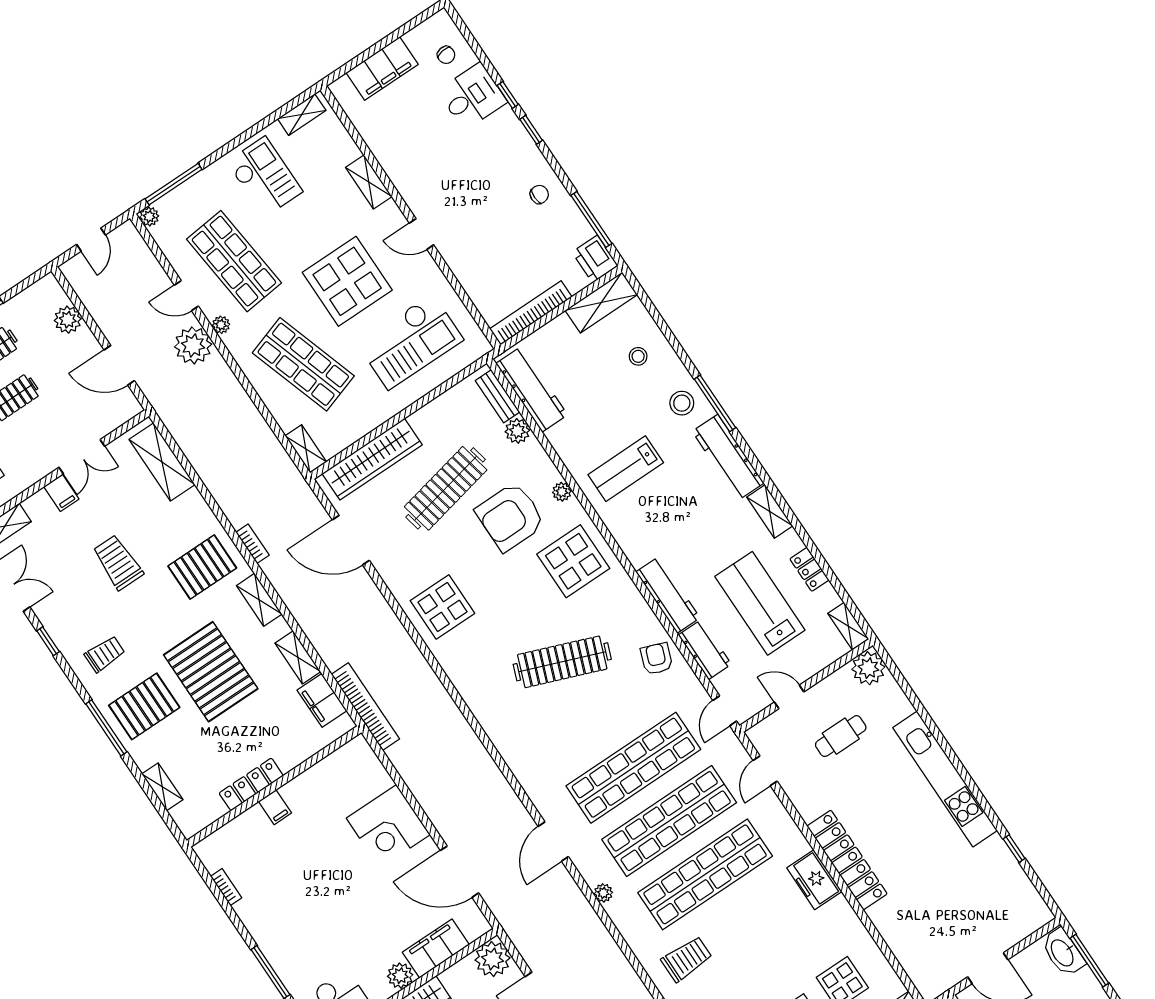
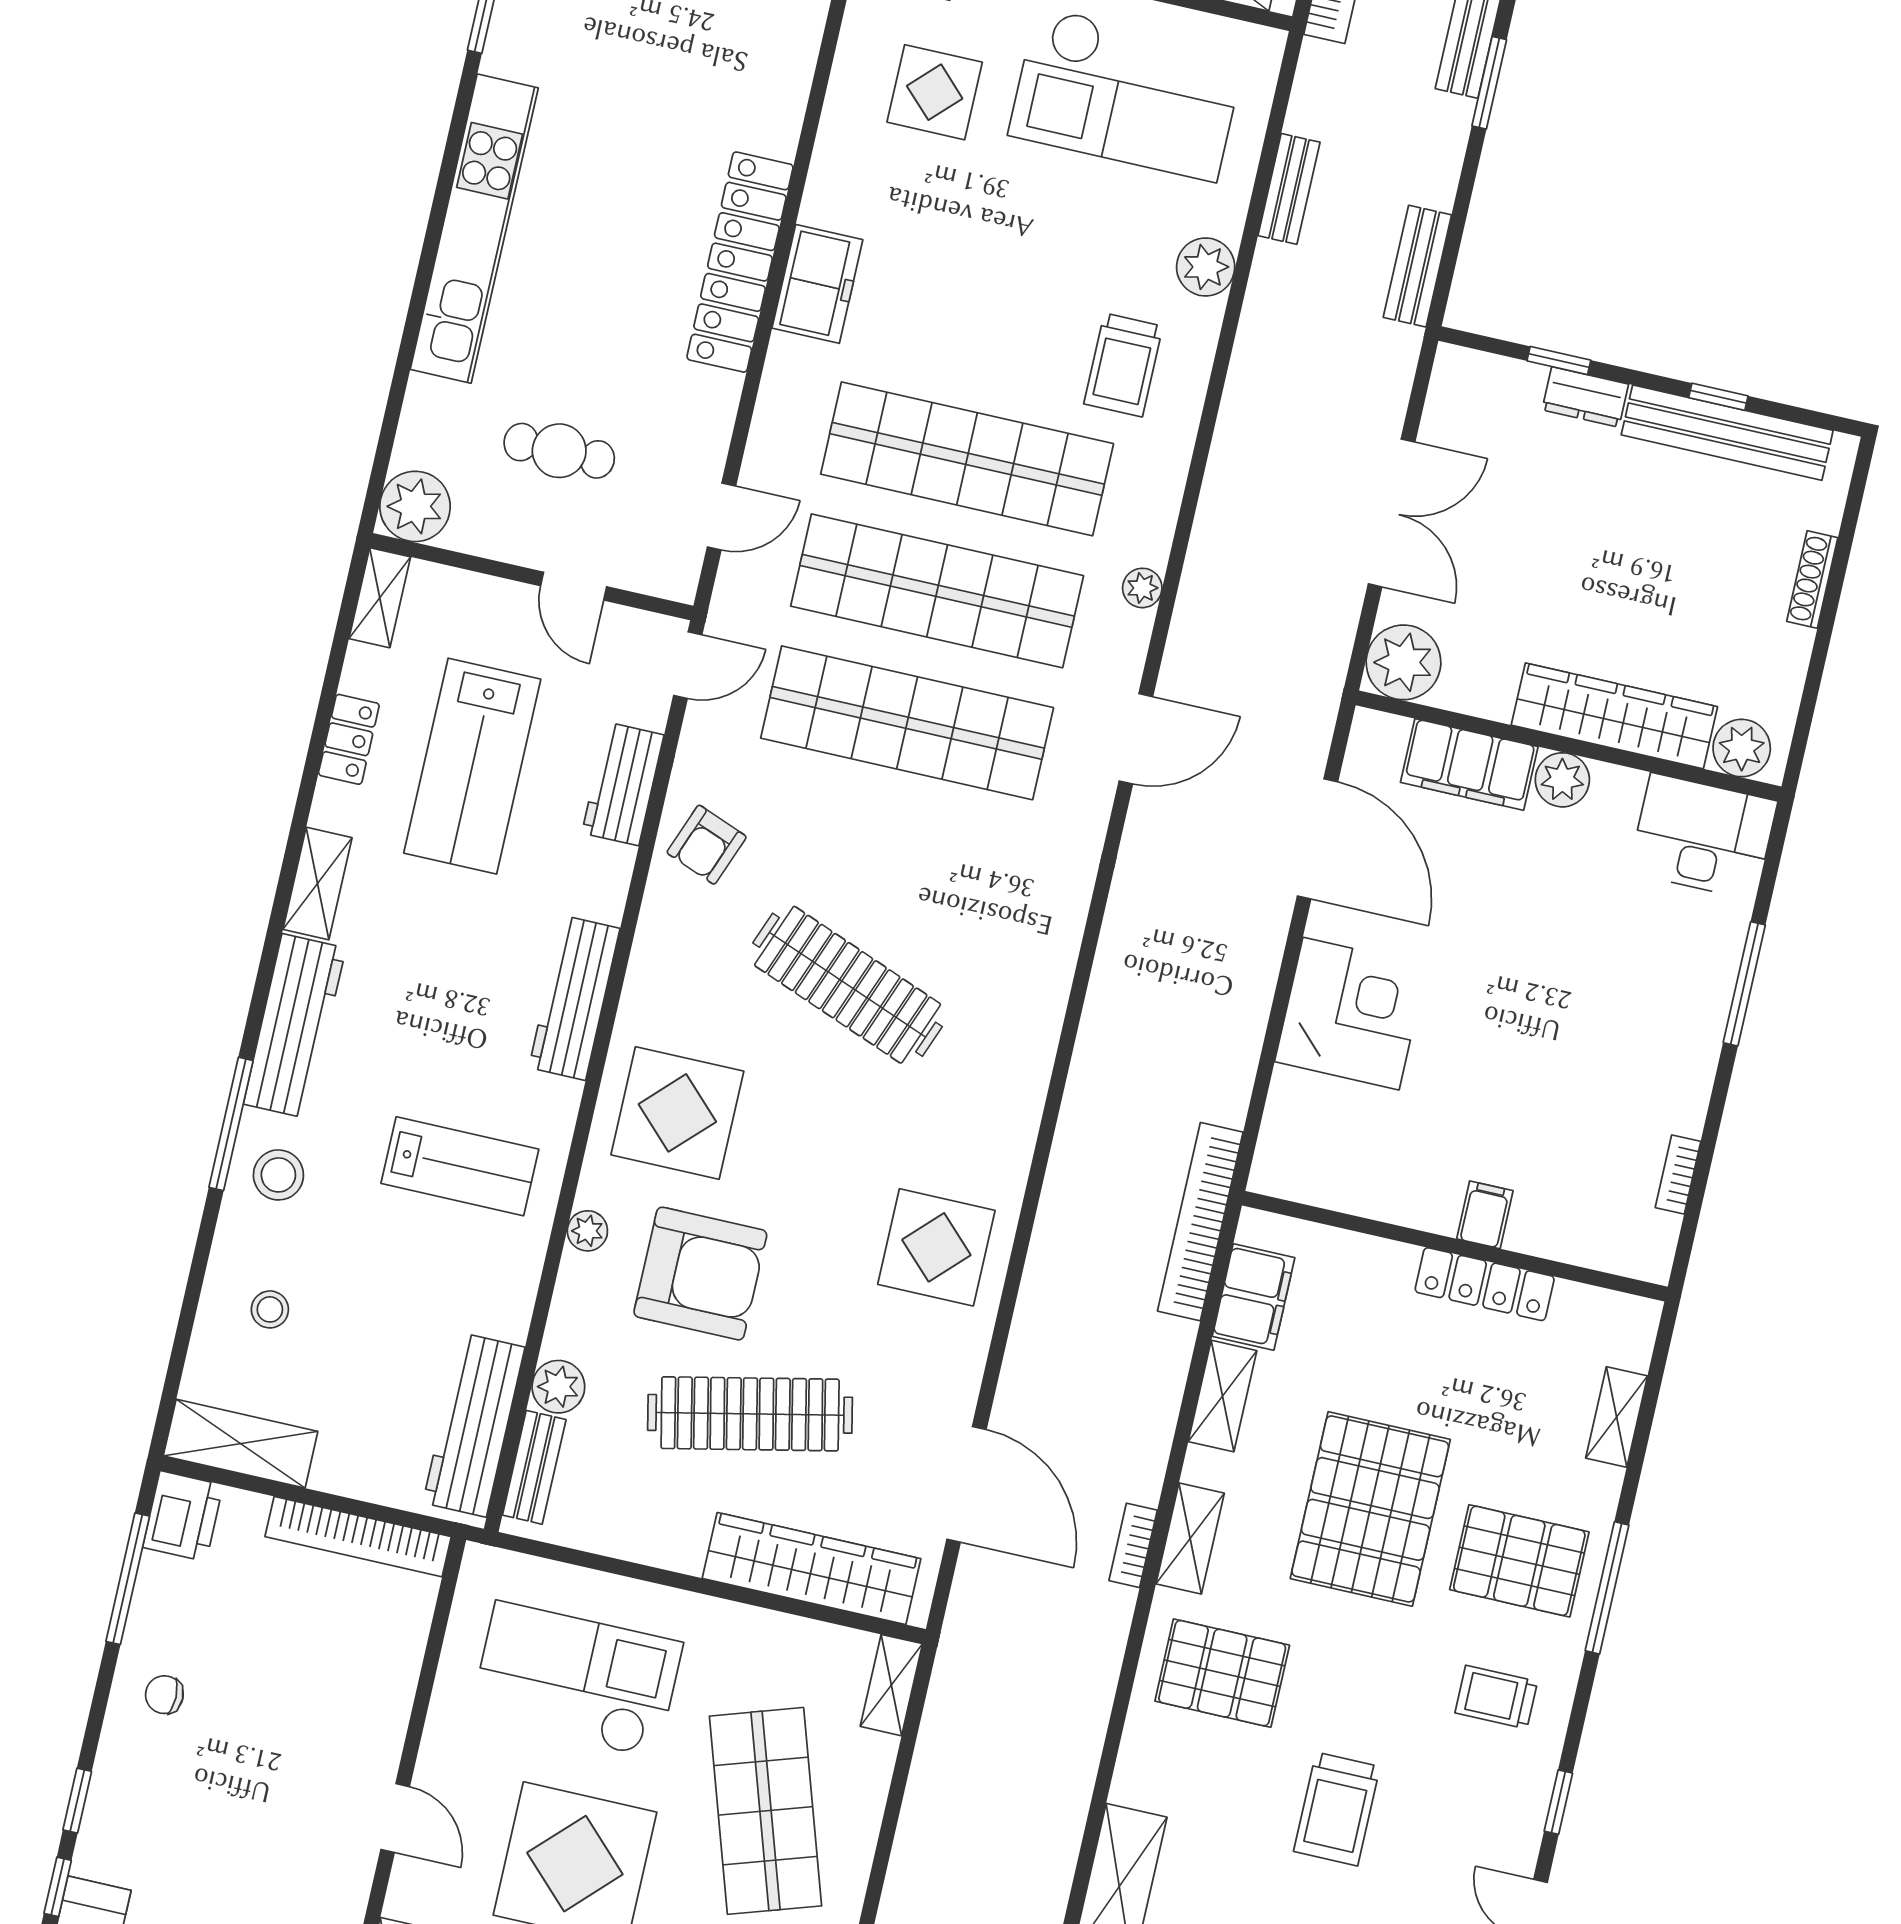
bookcase: (252, 544) -> (1133, 1545), moved
workbench: (668, 595) -> (574, 998), moved
trolley: (687, 959) -> (1123, 365), turned -90

